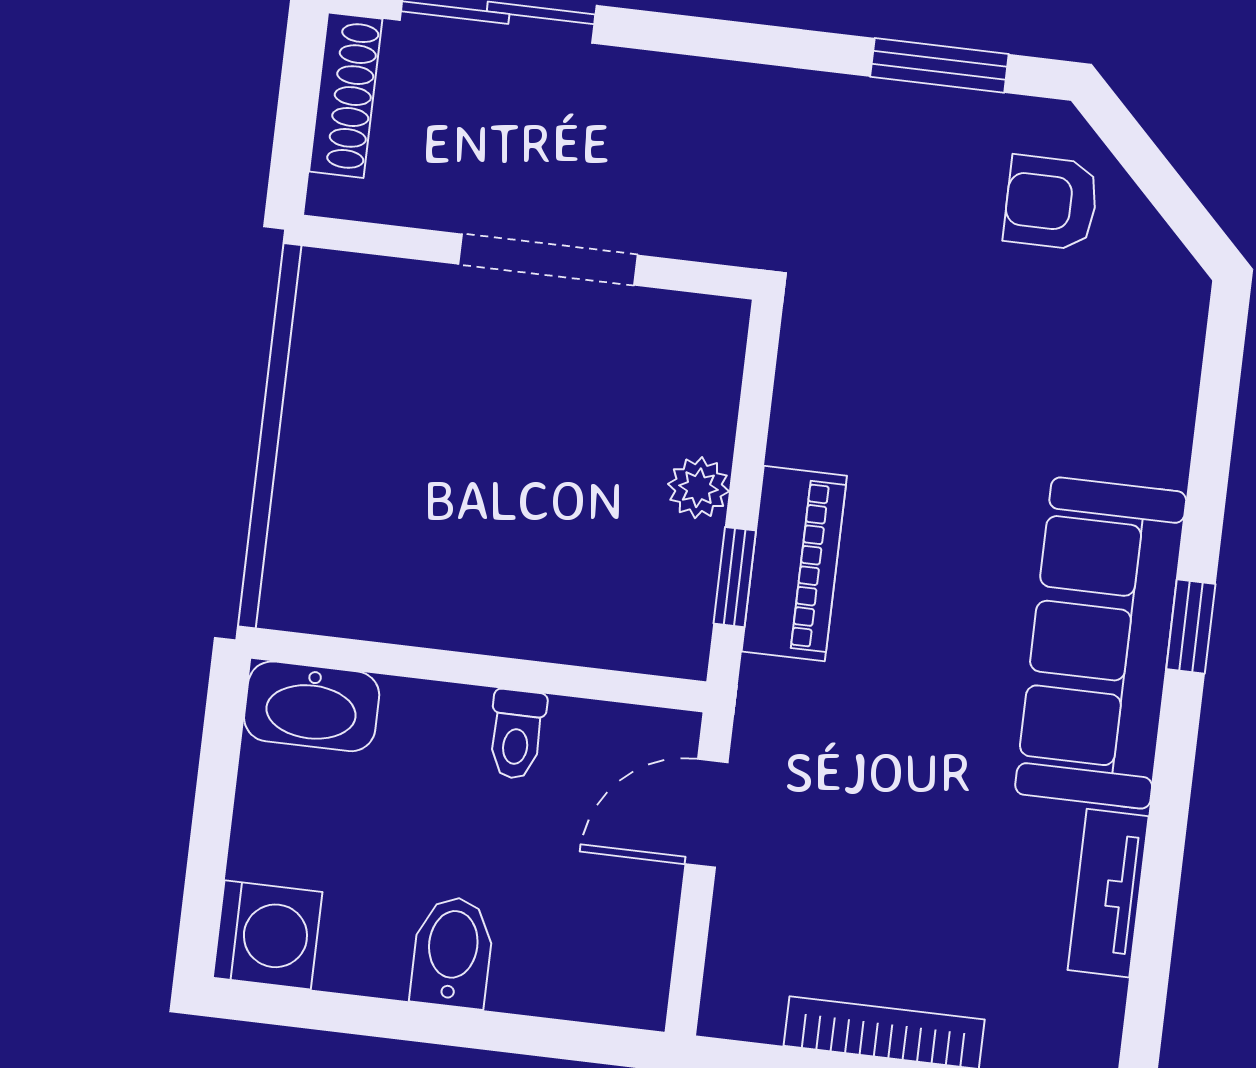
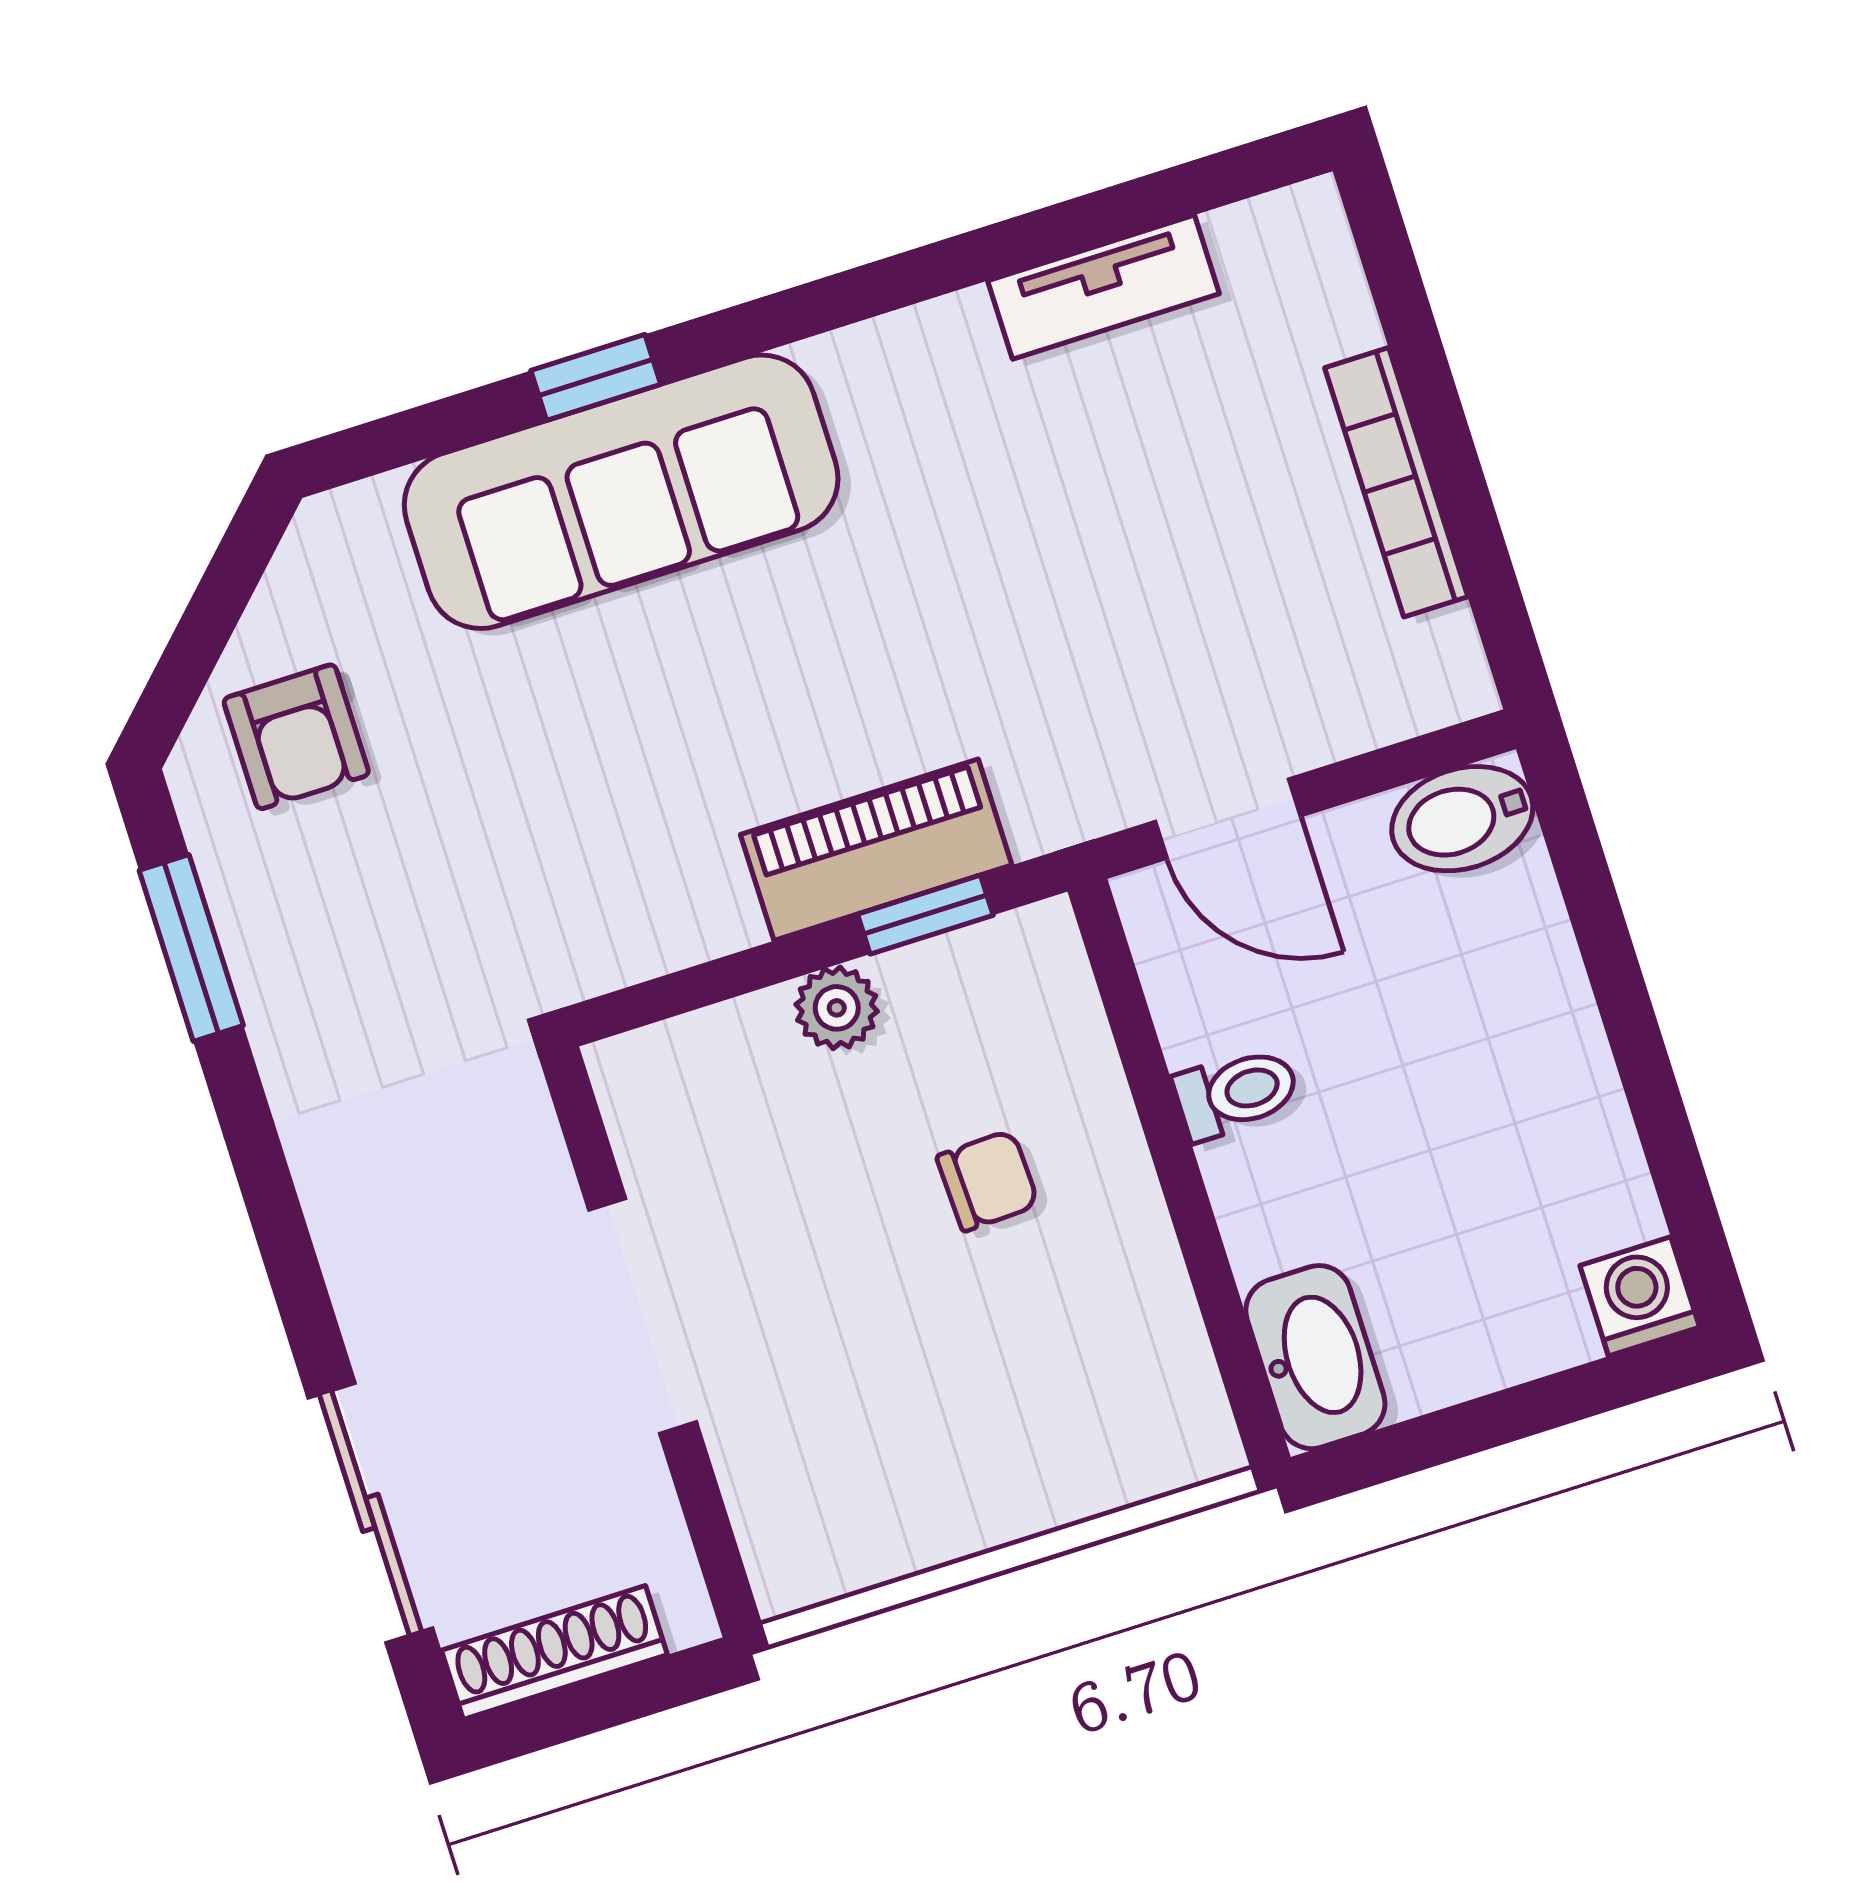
chair: (534, 537) -> (988, 1181), added
window: (1191, 626) -> (596, 377), moved
sofa: (1101, 643) -> (621, 492), moved
washing machine: (268, 935) -> (1640, 1296), width x0.73, depth x0.73
bidet: (452, 952) -> (1462, 819), moved

